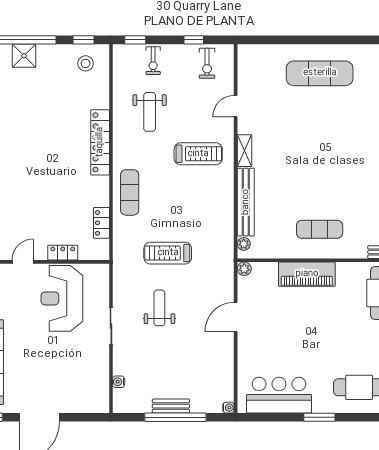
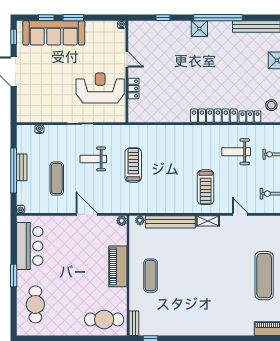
exercise mat: (130, 192) -> (57, 179), moved, turned 90
locker: (101, 223) -> (250, 117), moved
weight bench: (159, 308) -> (93, 159), turned 180

